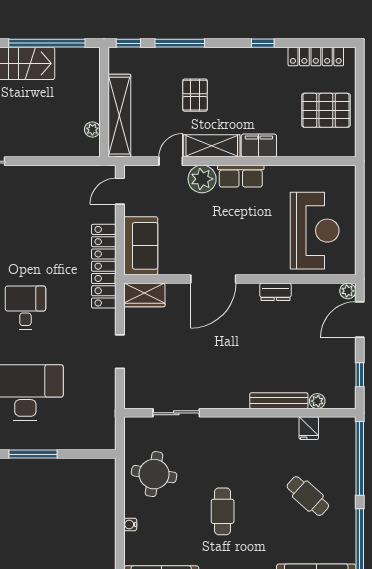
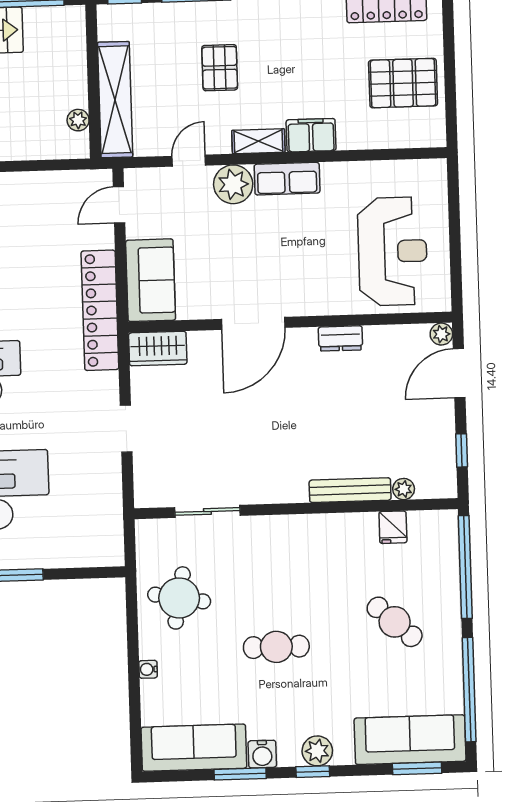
shelving: (212, 146) -> (258, 141), width x0.67, depth x0.75
cafe table: (223, 511) -> (276, 647), turned 90

